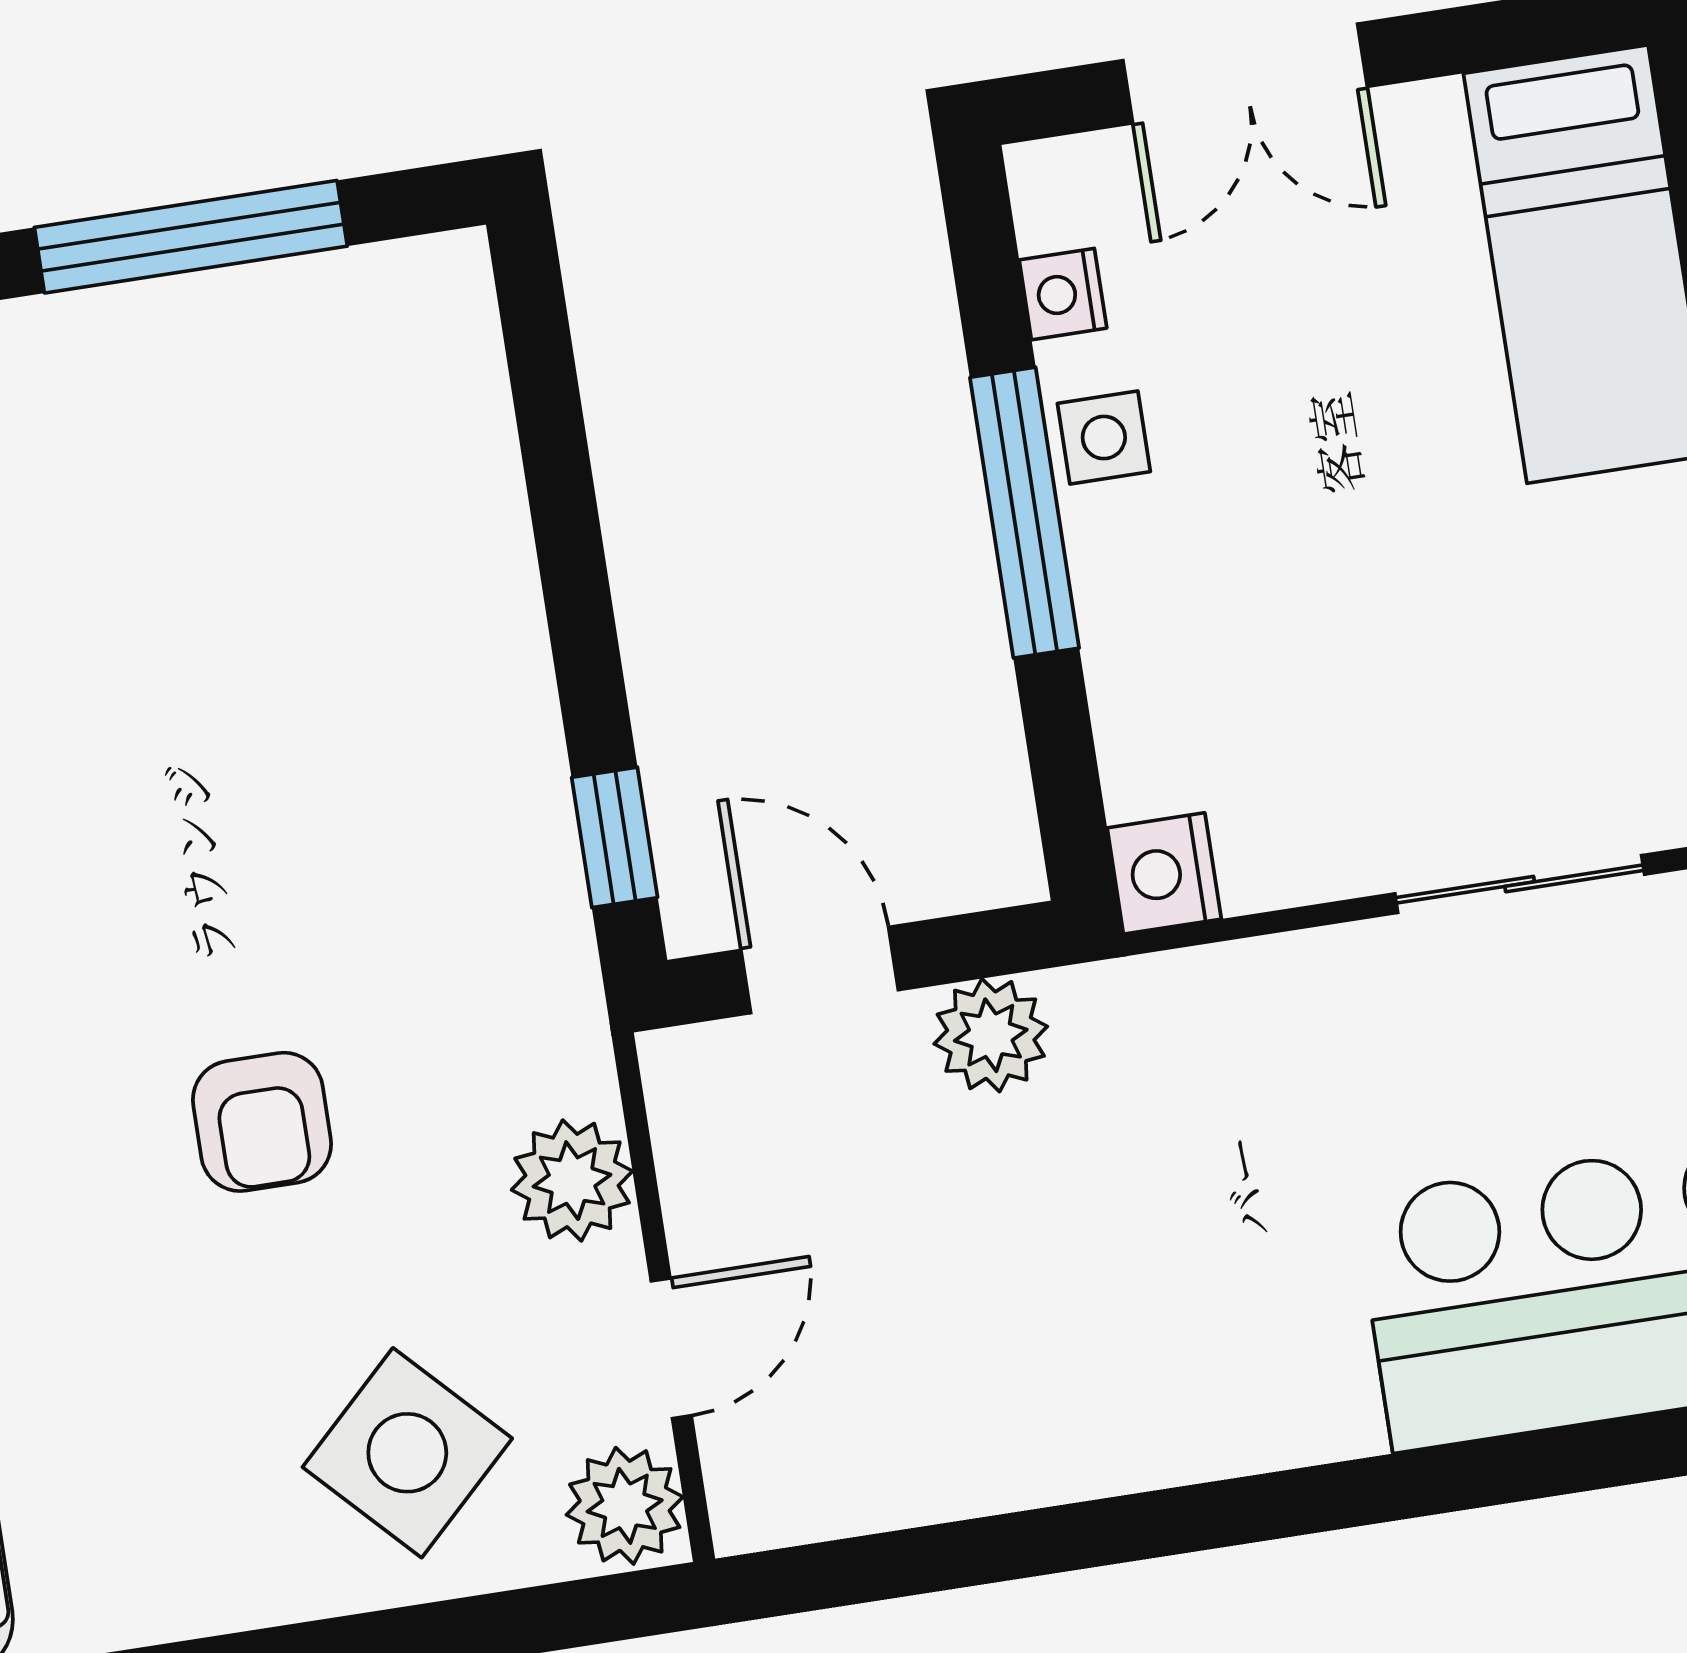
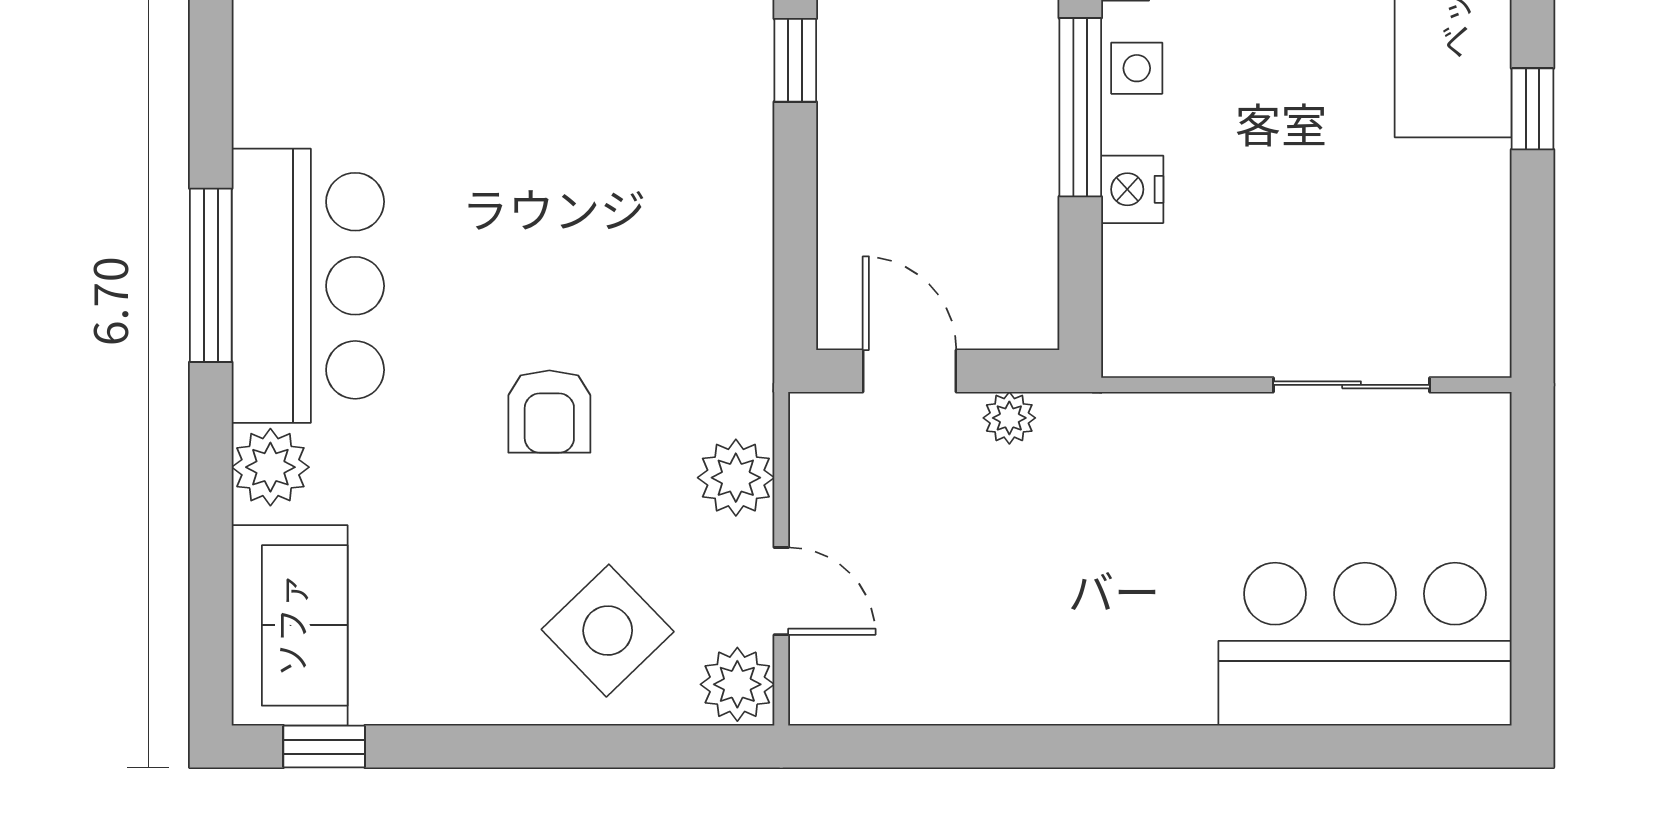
window: (615, 837) -> (795, 60), moved
nightstand: (1164, 873) -> (1132, 189), moved
plant: (991, 1035) -> (1009, 418), width x0.73, depth x0.73
door: (671, 1348) -> (781, 591), hinge flipped

